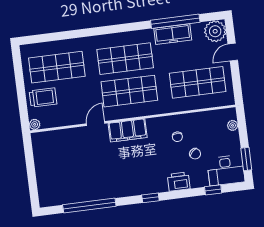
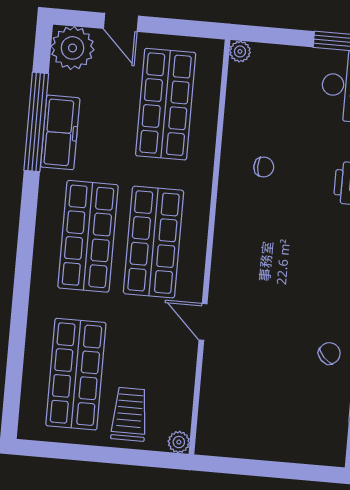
plant: (233, 125) -> (240, 51), moved
filing cabinet: (128, 130) -> (230, 262), removed
chair: (195, 154) -> (329, 353), moved

